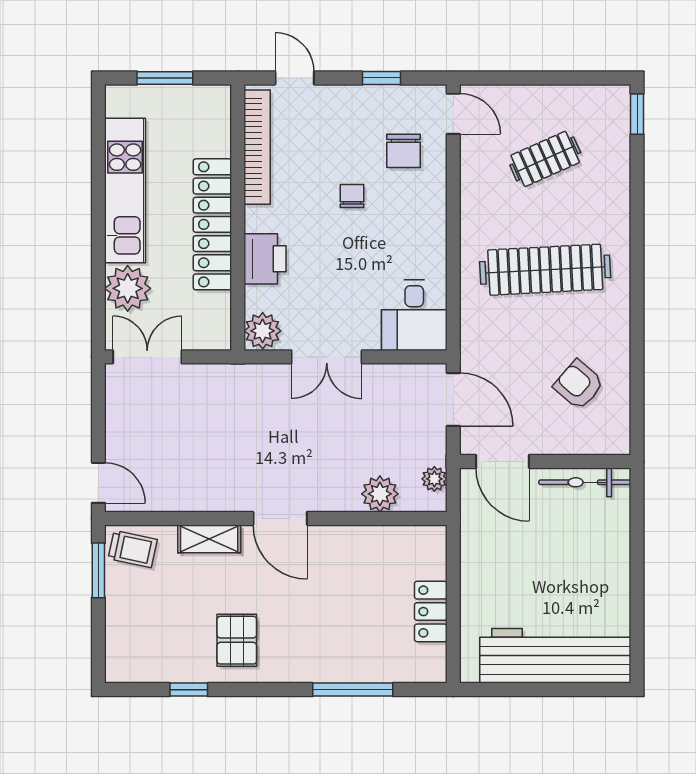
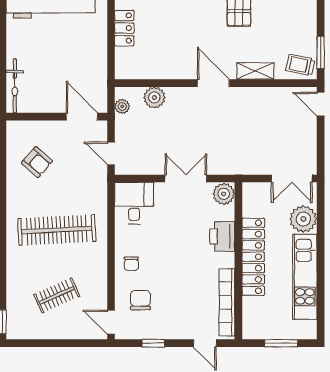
chair: (352, 196) -> (131, 264), moved
door: (453, 399) -> (111, 153), width x0.73
bicycle: (585, 482) -> (15, 86), moved, turned 90

